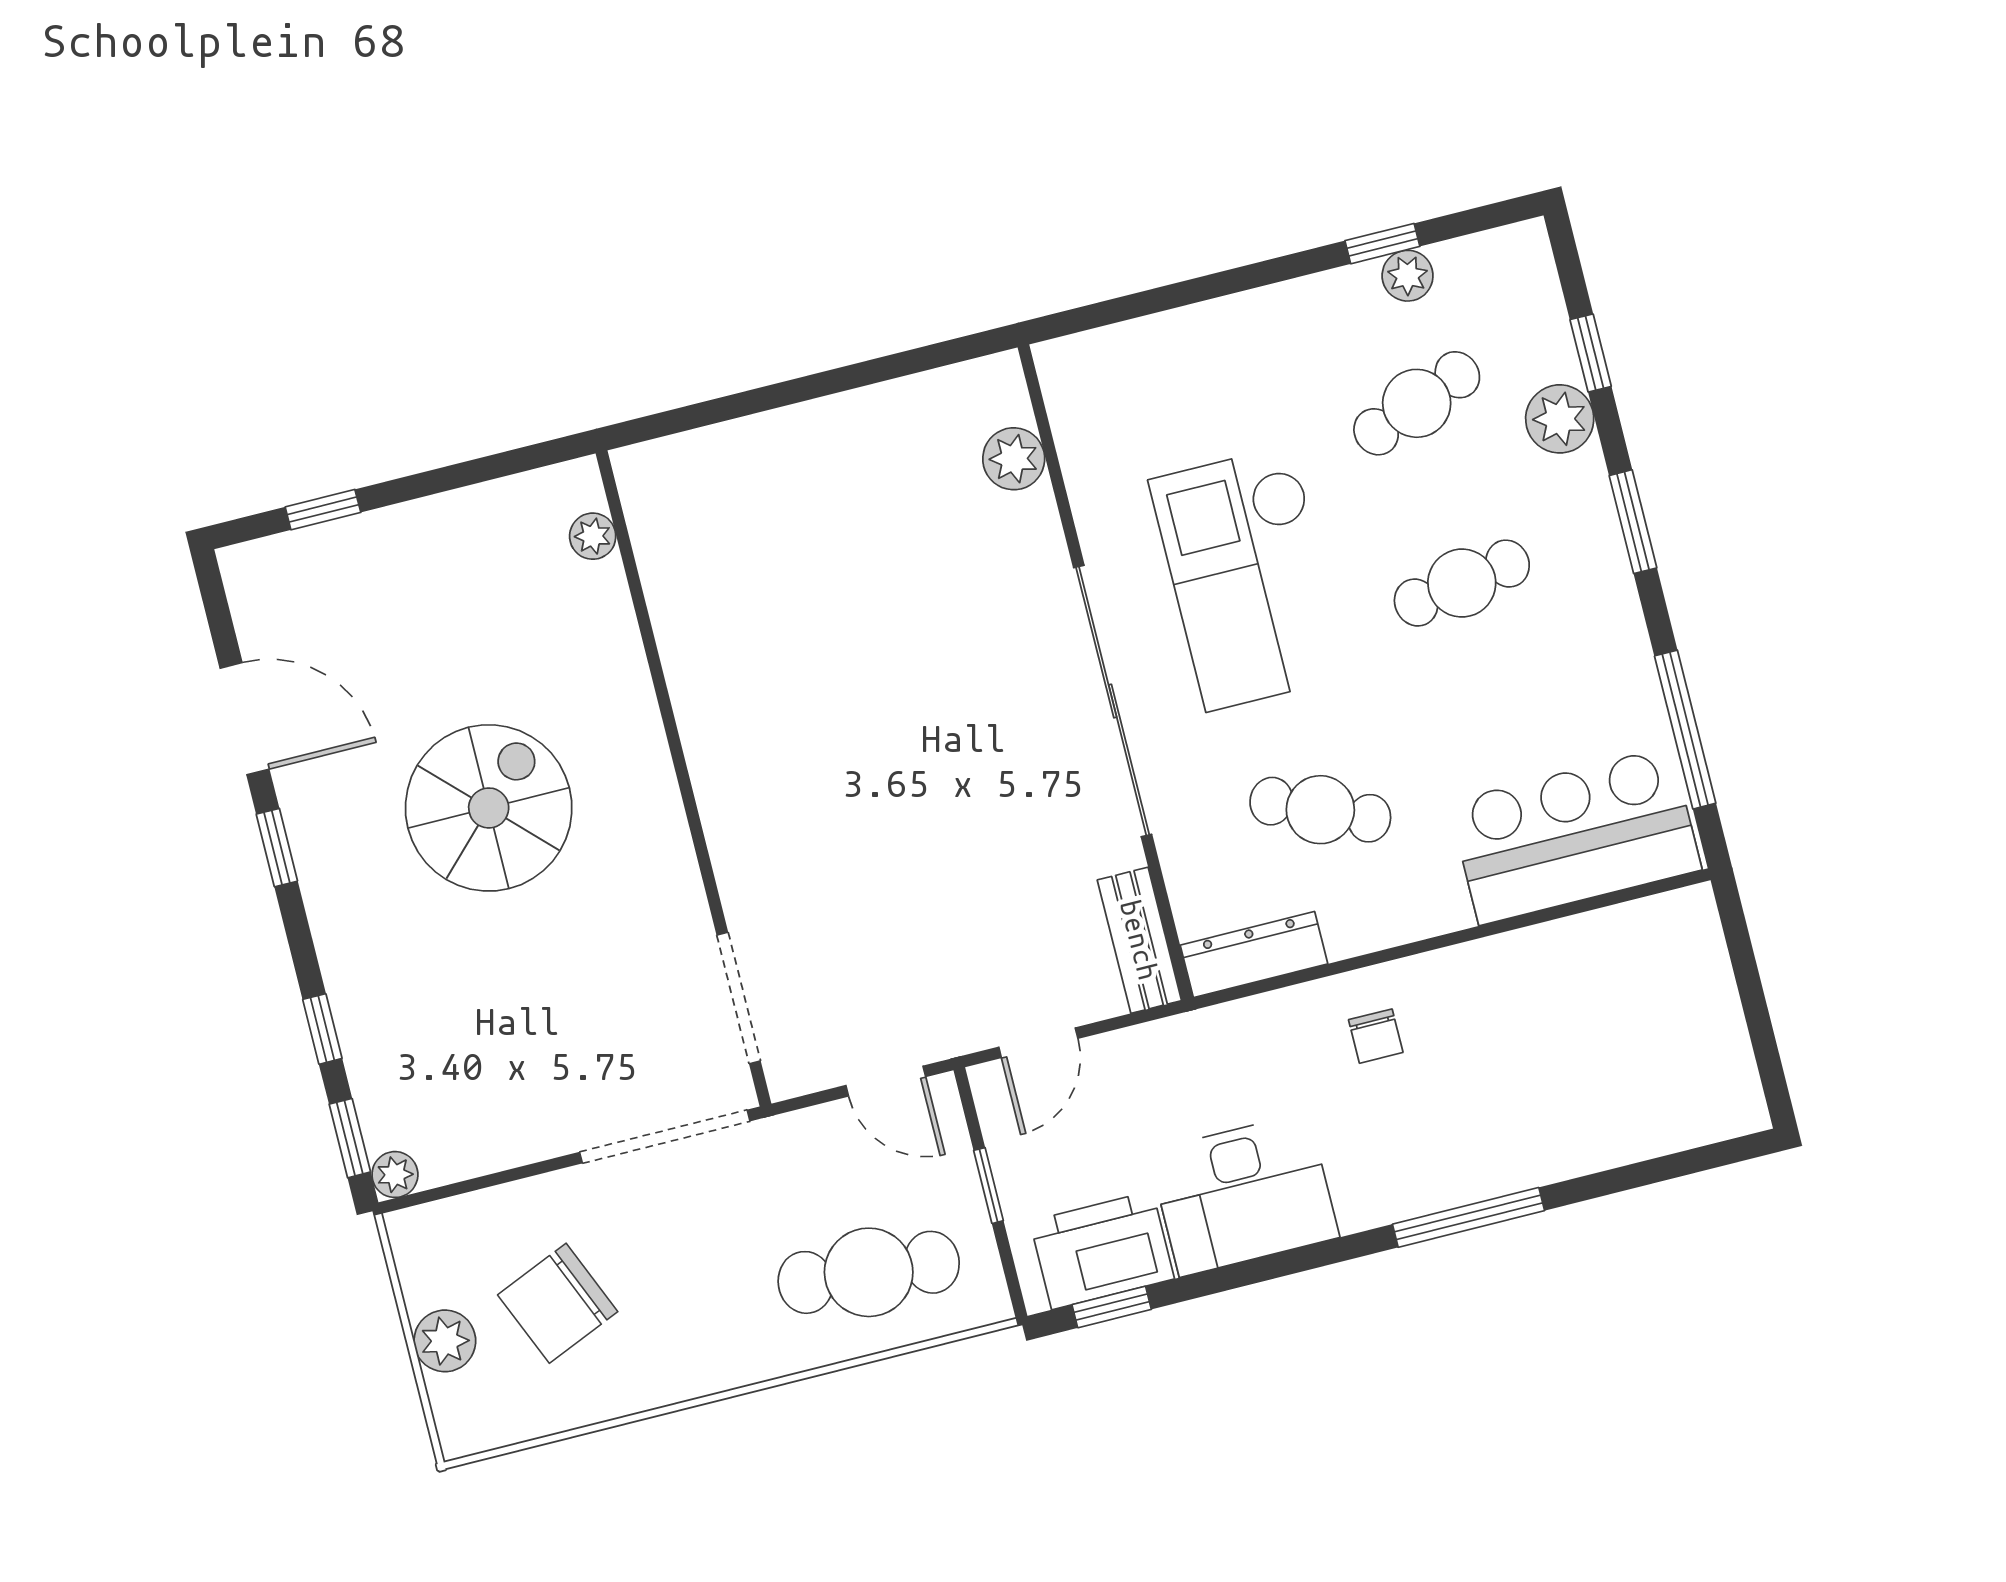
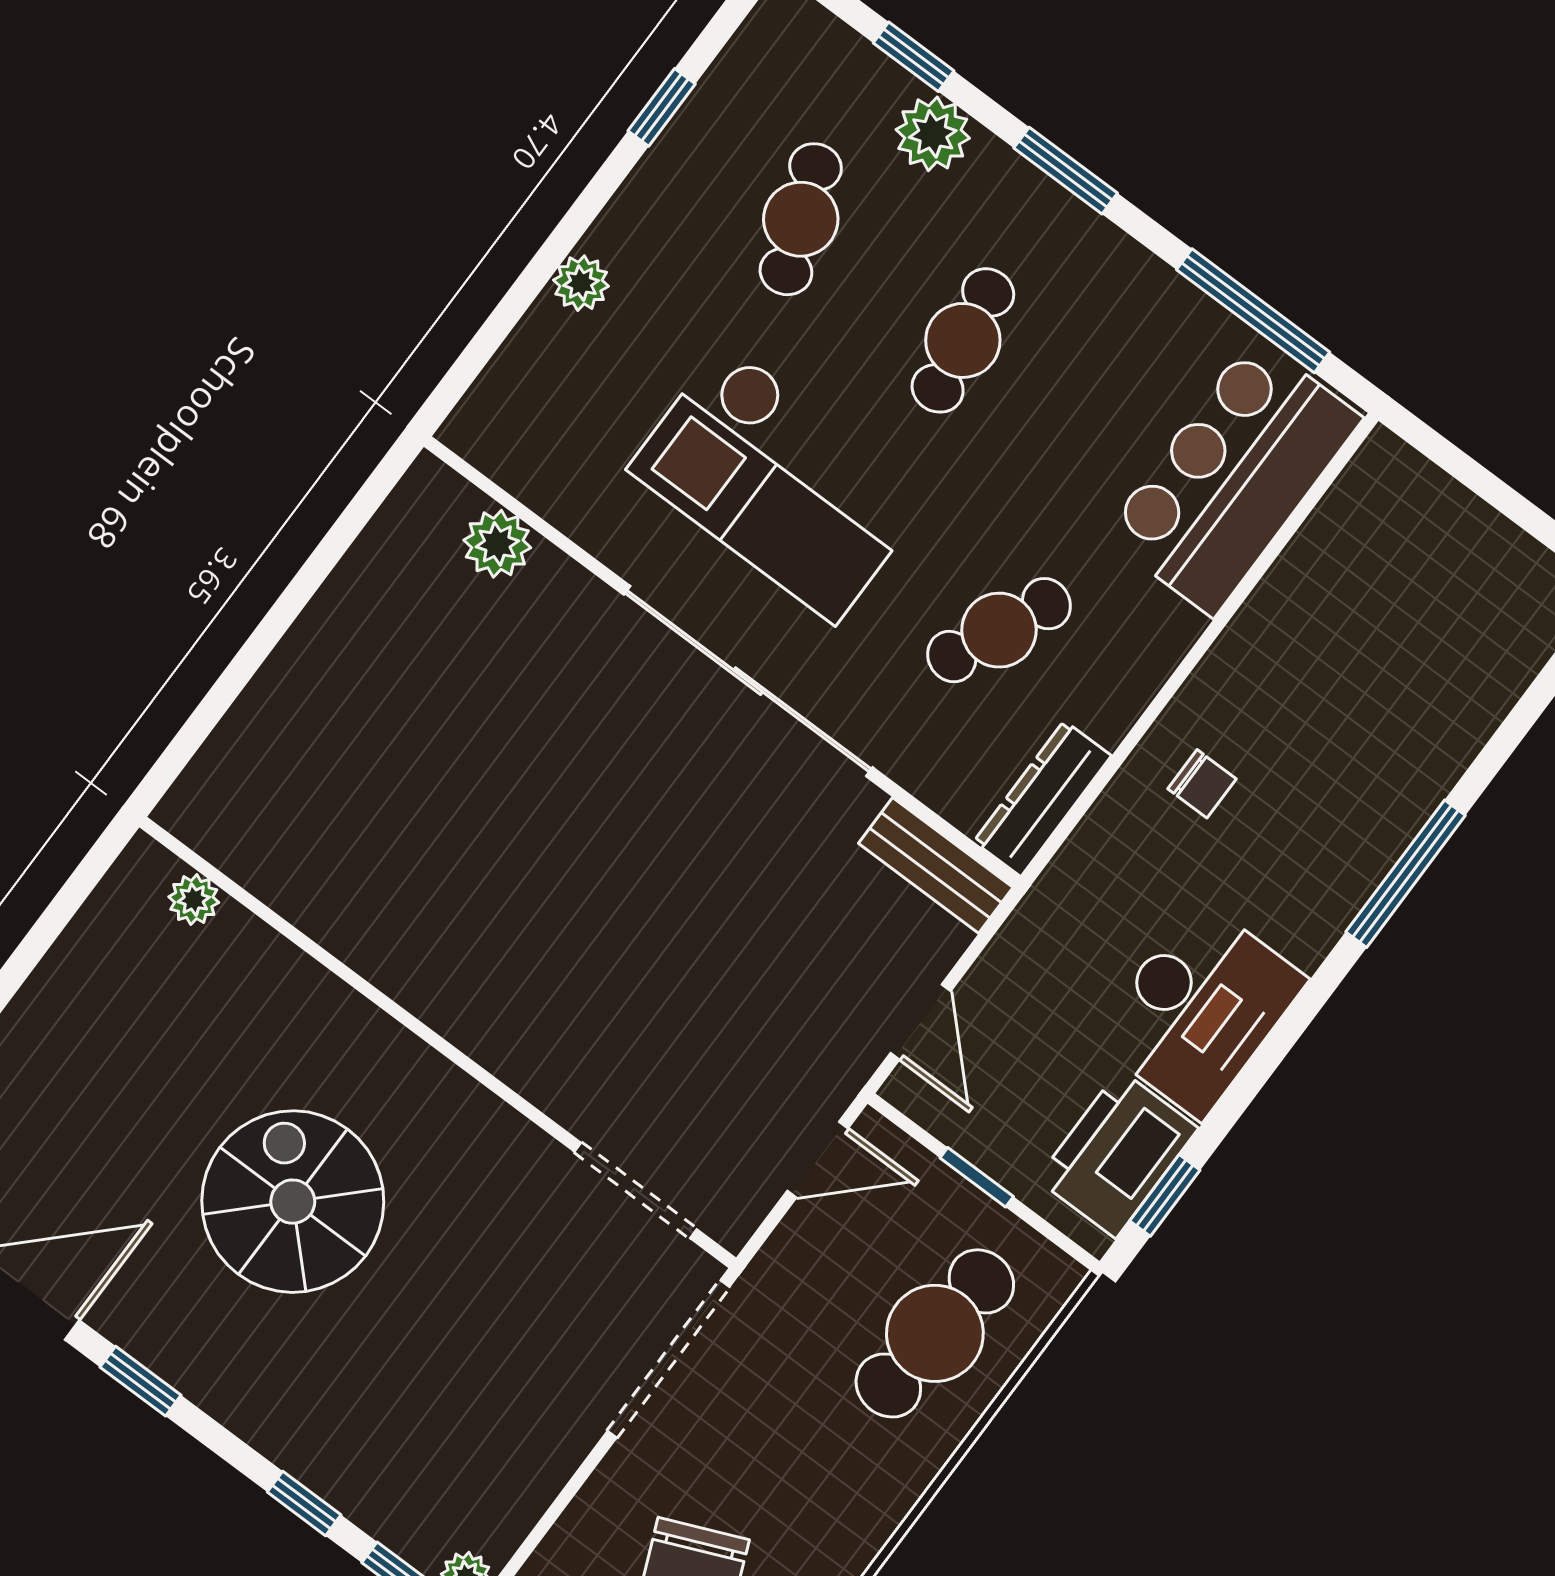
plant: (1408, 276) -> (581, 283), moved

